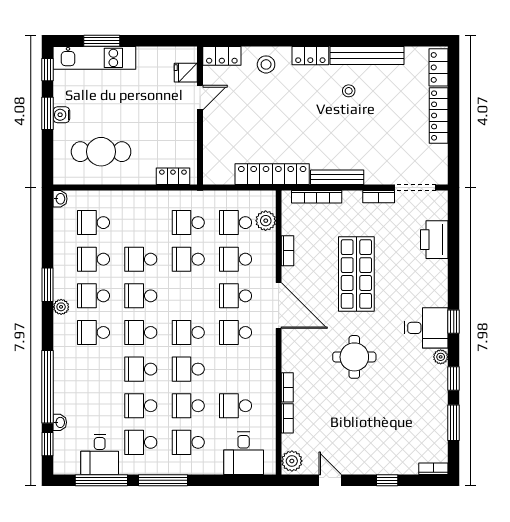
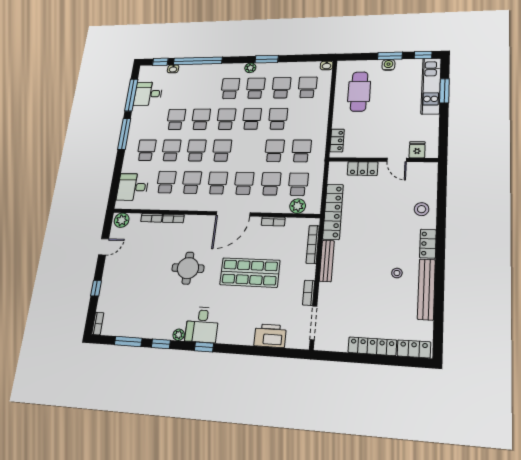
locker: (222, 56) -> (363, 168), moved, turned -90
school desk: (141, 442) -> (192, 183), moved

